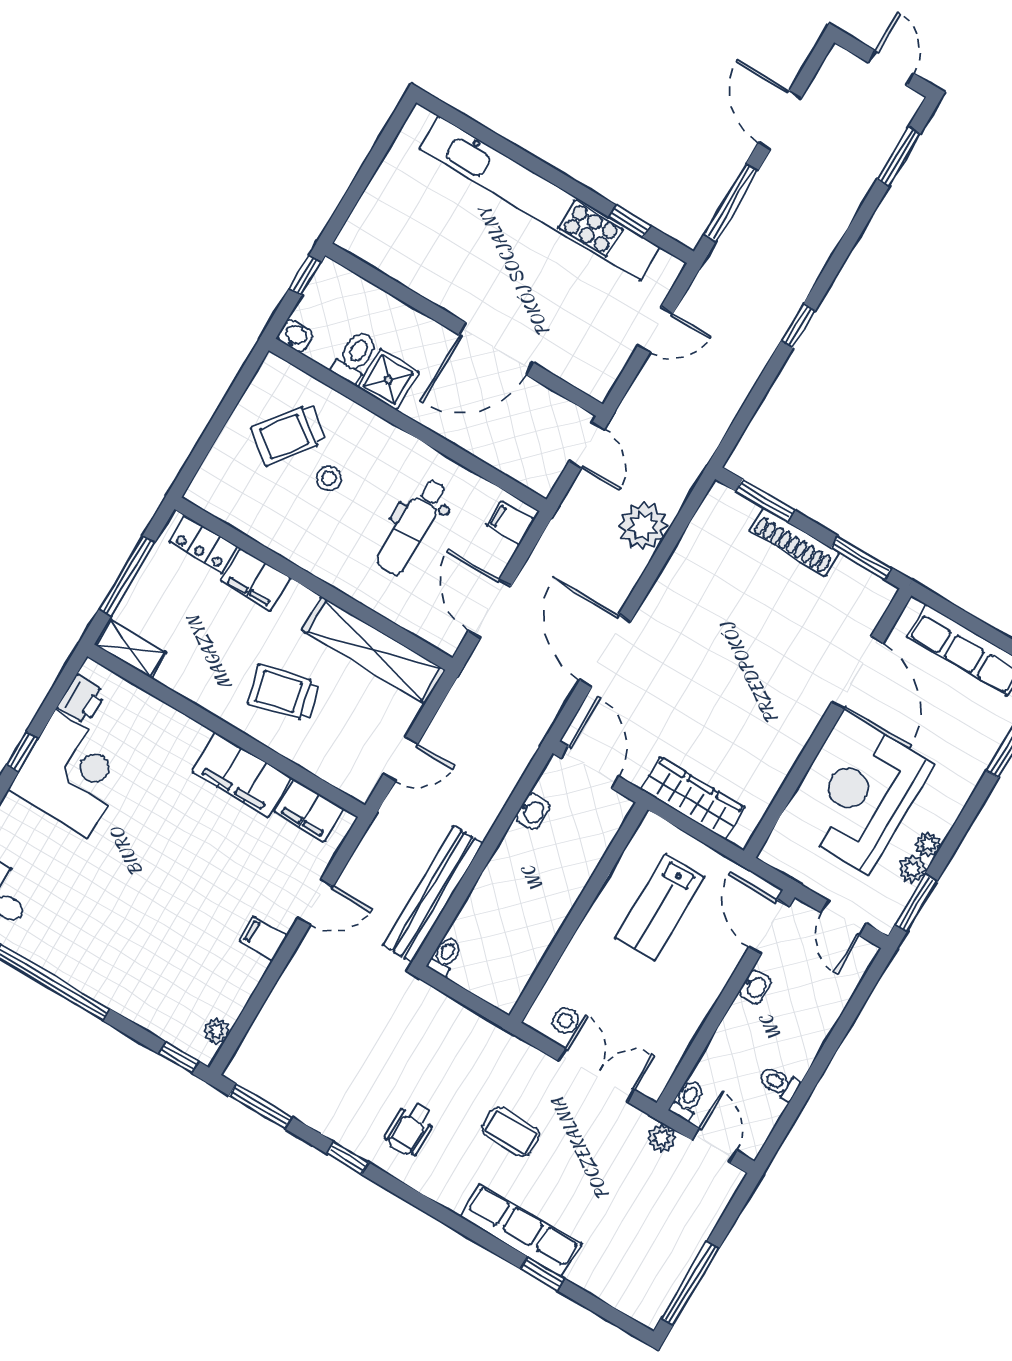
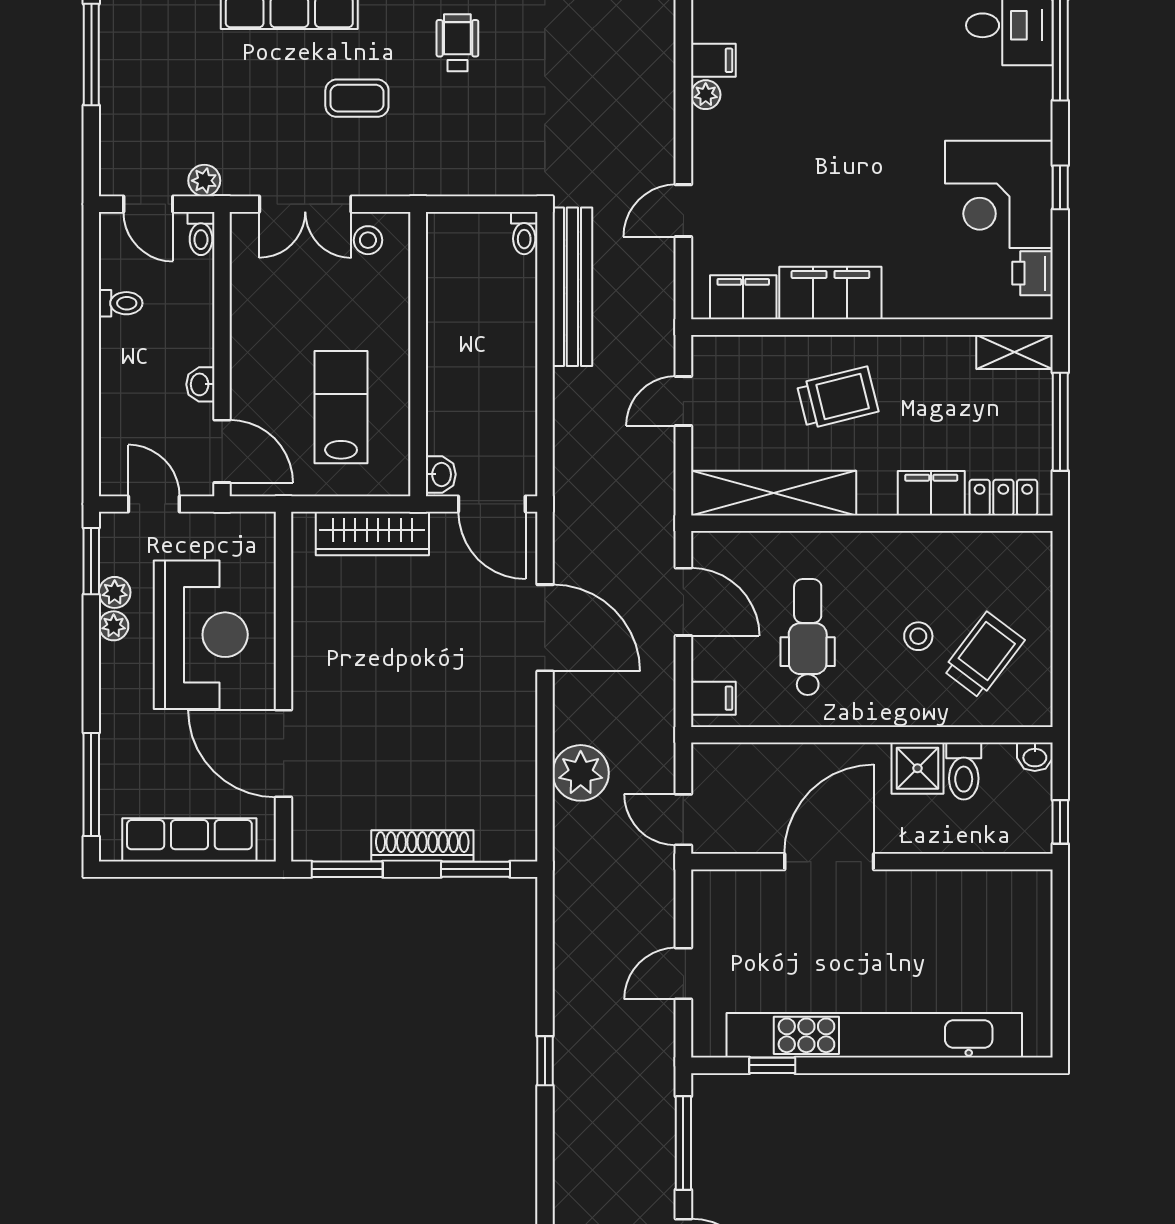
washbasin: (533, 811) -> (441, 474), moved, turned 180
filing cabinet: (264, 938) -> (713, 60), moved
plant: (217, 1031) -> (706, 95), moved

